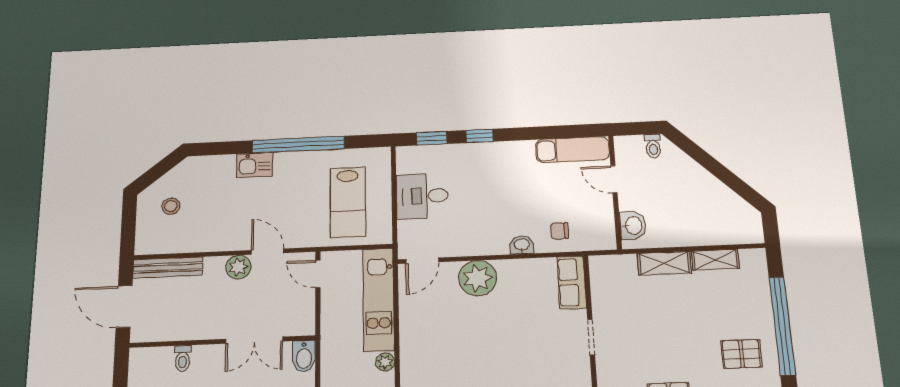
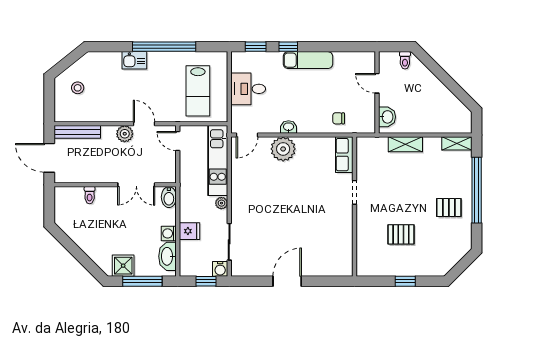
exam couch: (573, 150) -> (308, 60), moved
washbasin: (522, 245) -> (289, 127), moved
shelving: (715, 260) -> (457, 143), moved

